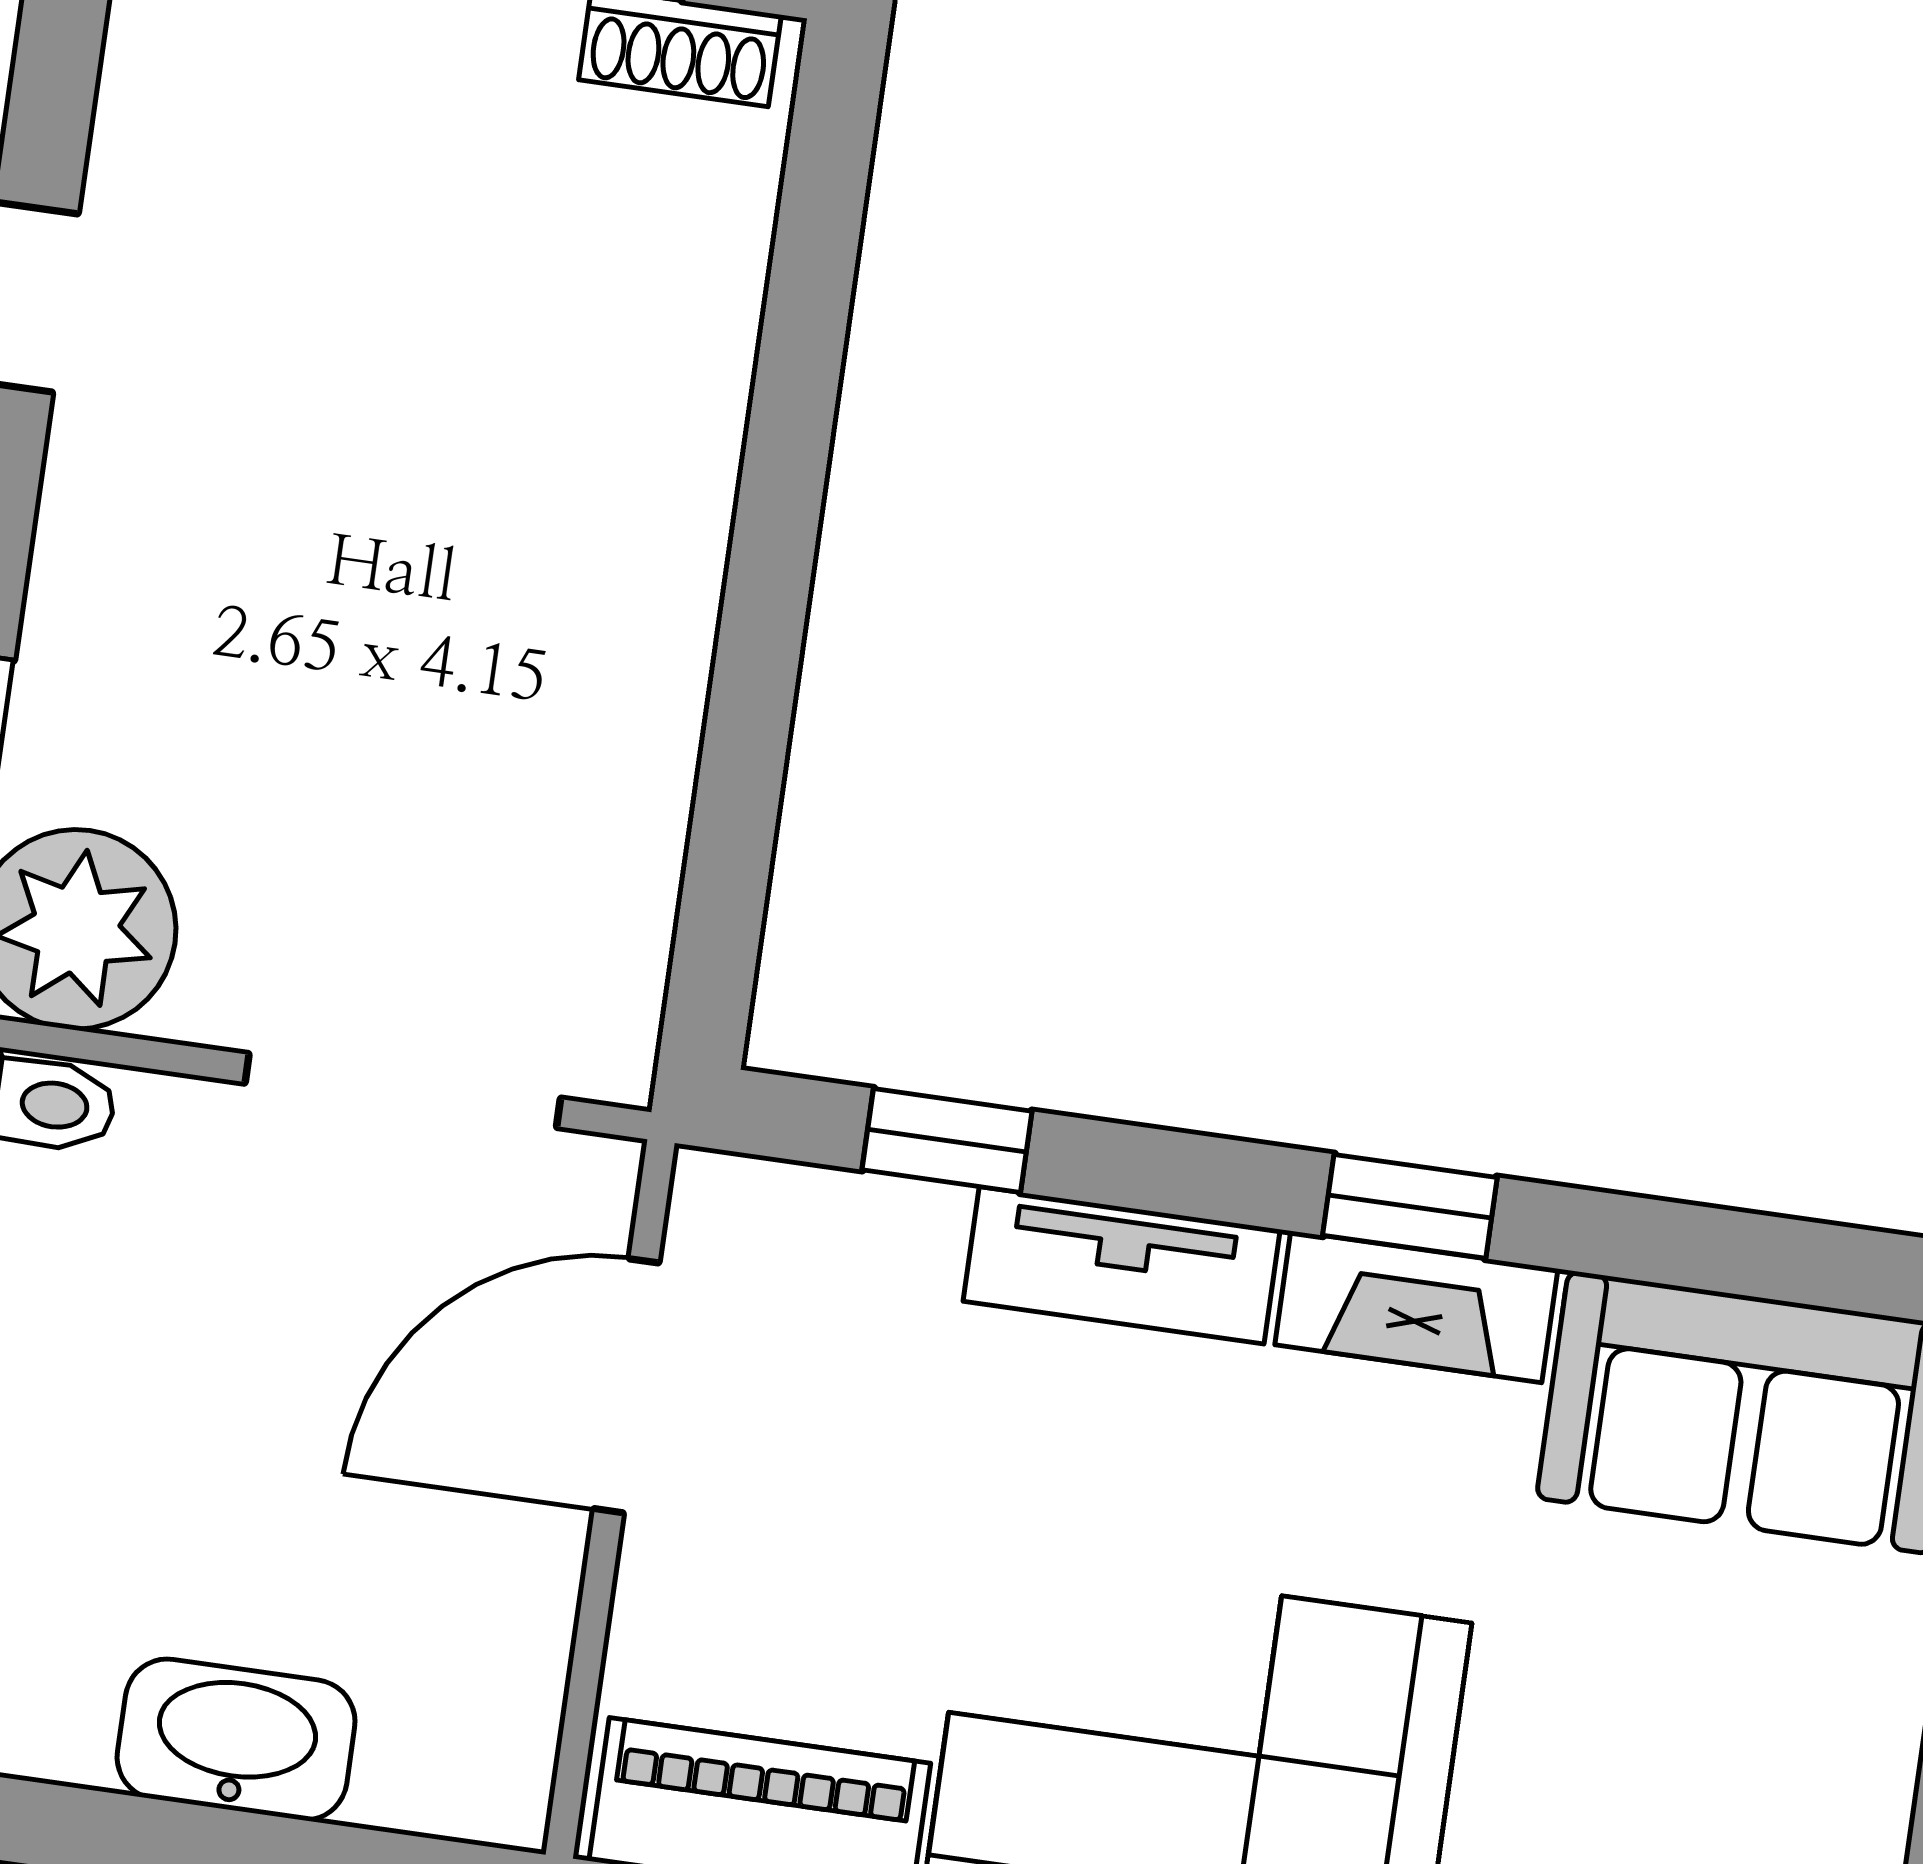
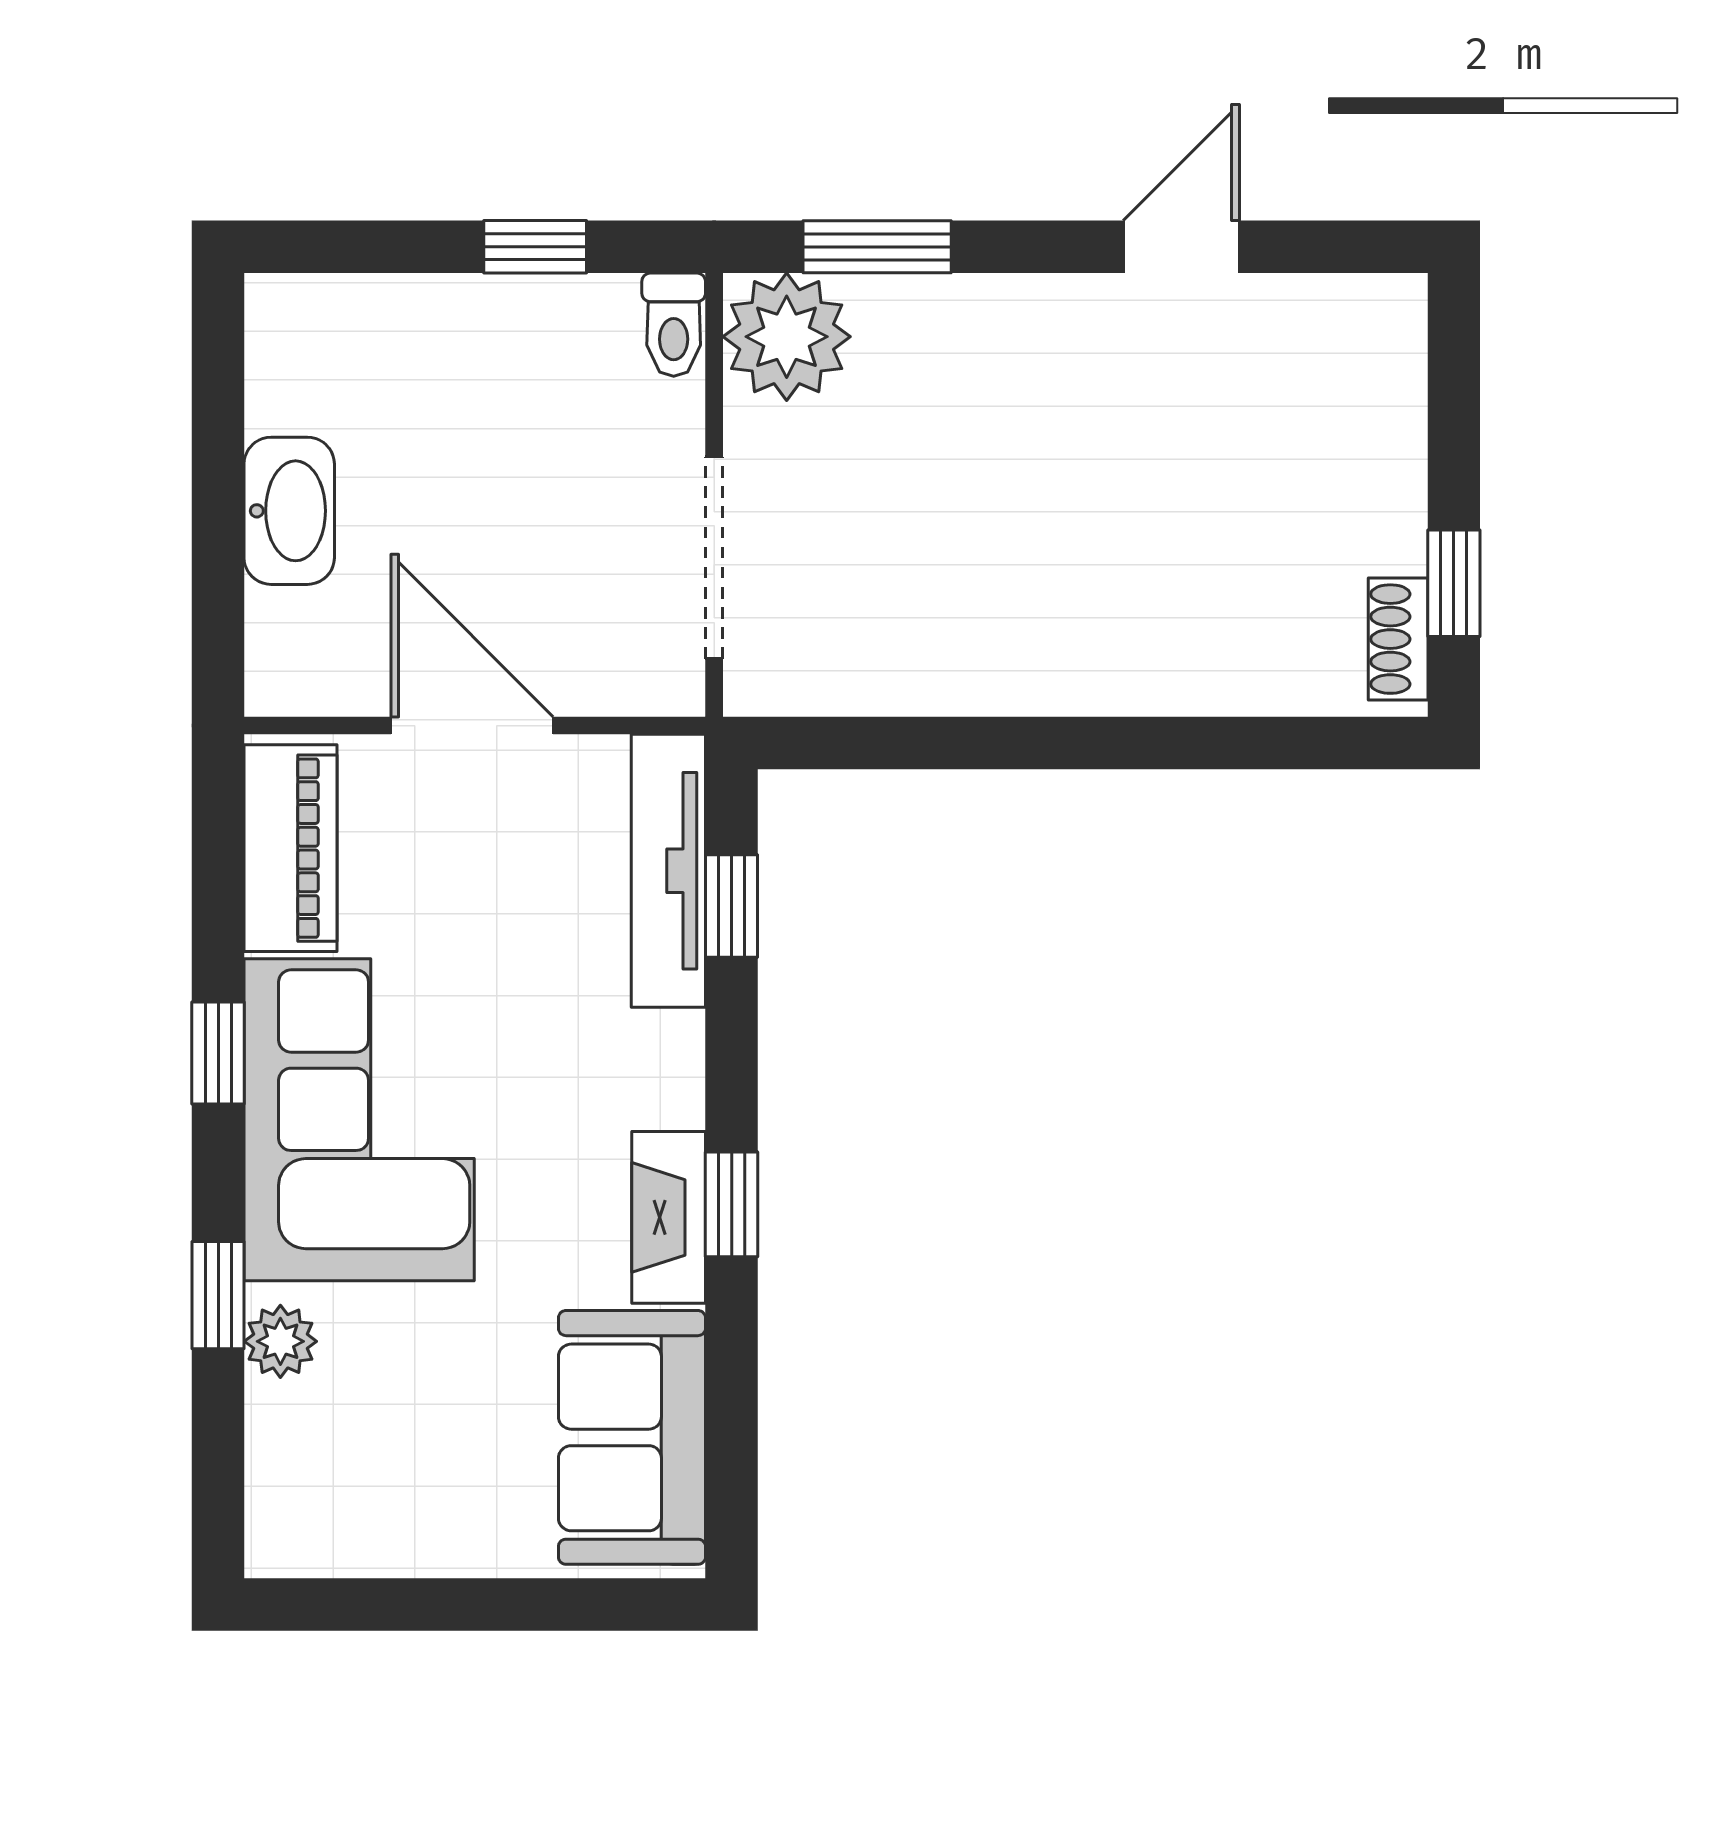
tv unit: (1122, 1265) -> (668, 871), moved, width x1.41
door: (626, 1386) -> (472, 726), moved

